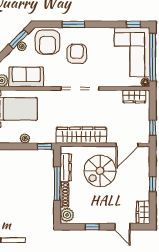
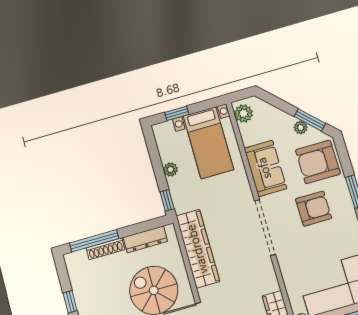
sofa: (26, 77) -> (265, 168), moved
window: (57, 184) -> (94, 241), moved
plant: (67, 215) -> (78, 261), removed

